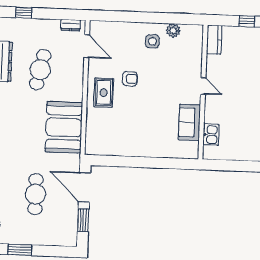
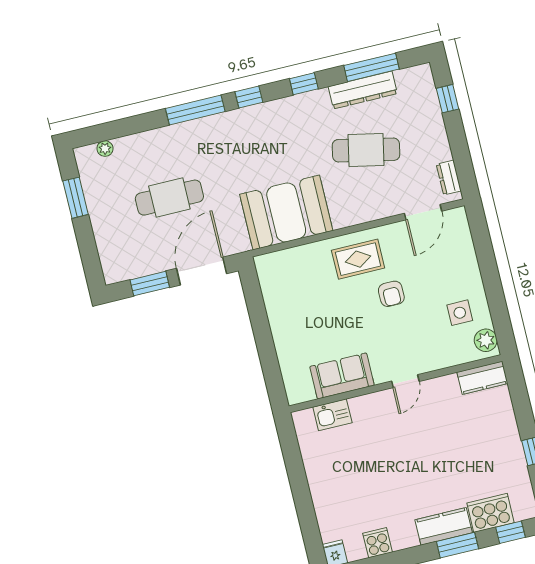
kitchen counter: (214, 40) -> (482, 378), moved
door: (203, 86) -> (405, 381), moved
wall: (203, 92) -> (396, 384), moved
sofa: (189, 122) -> (342, 376), moved
kitchen sink: (211, 135) -> (332, 415), moved

